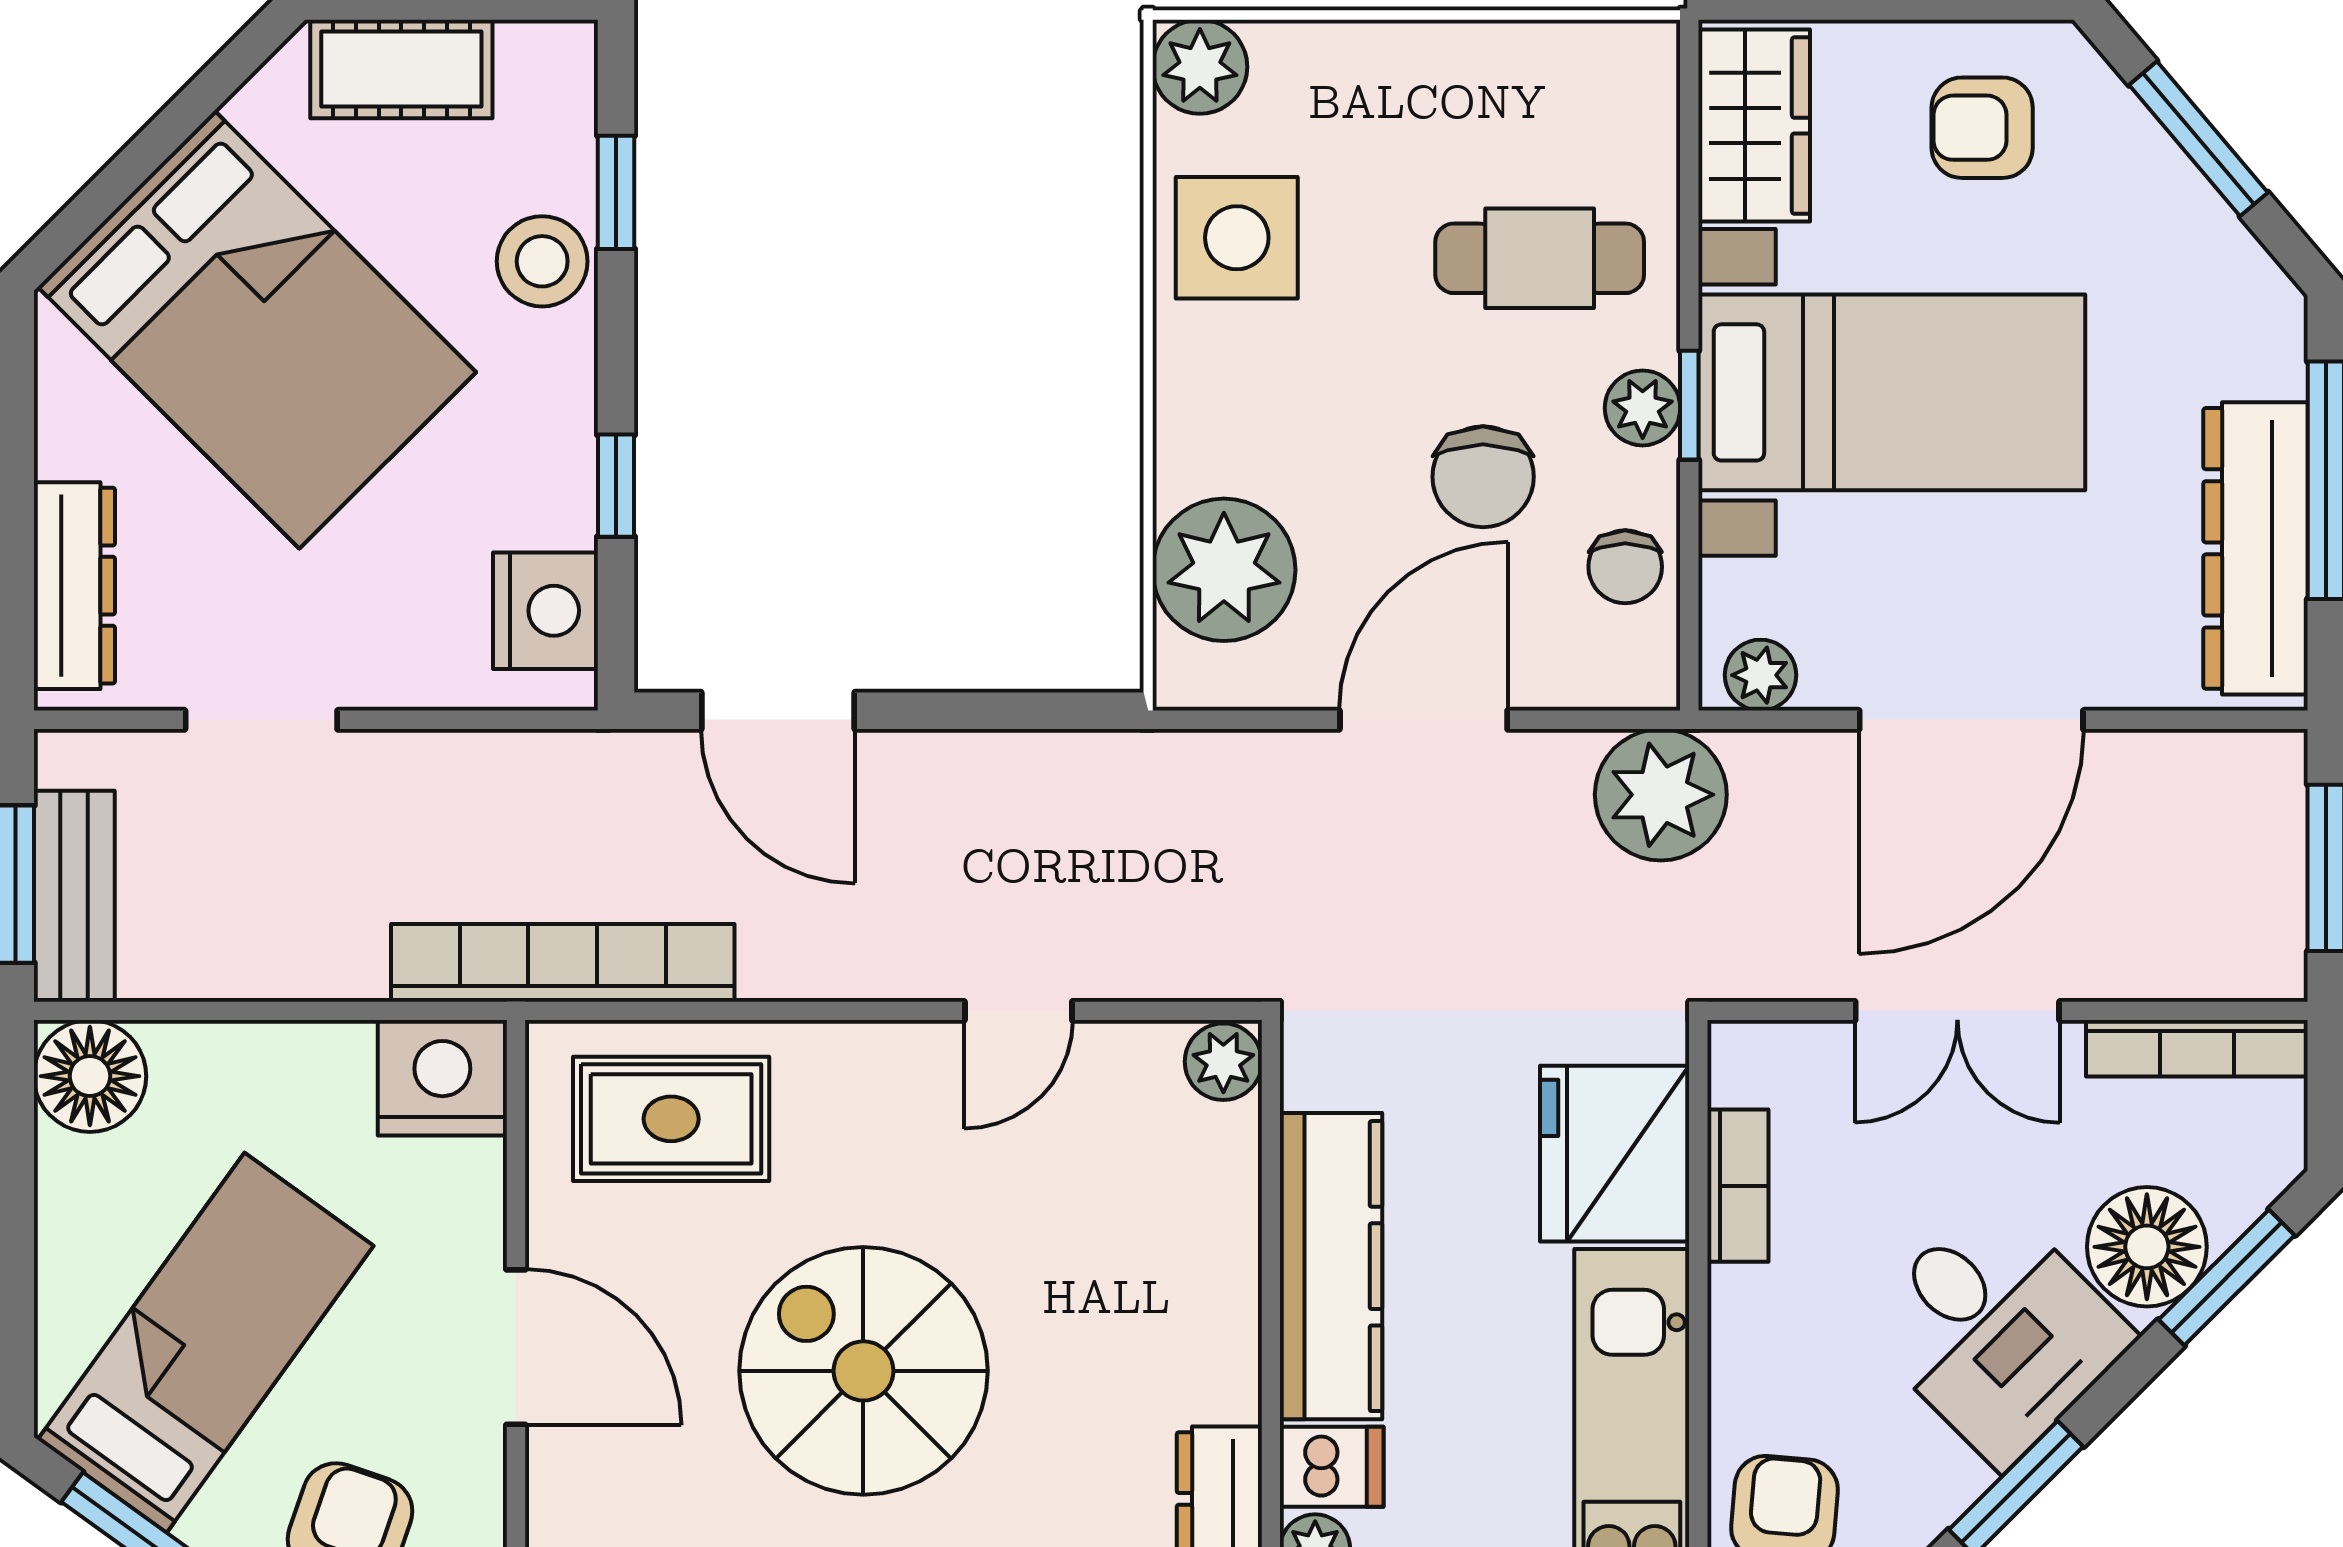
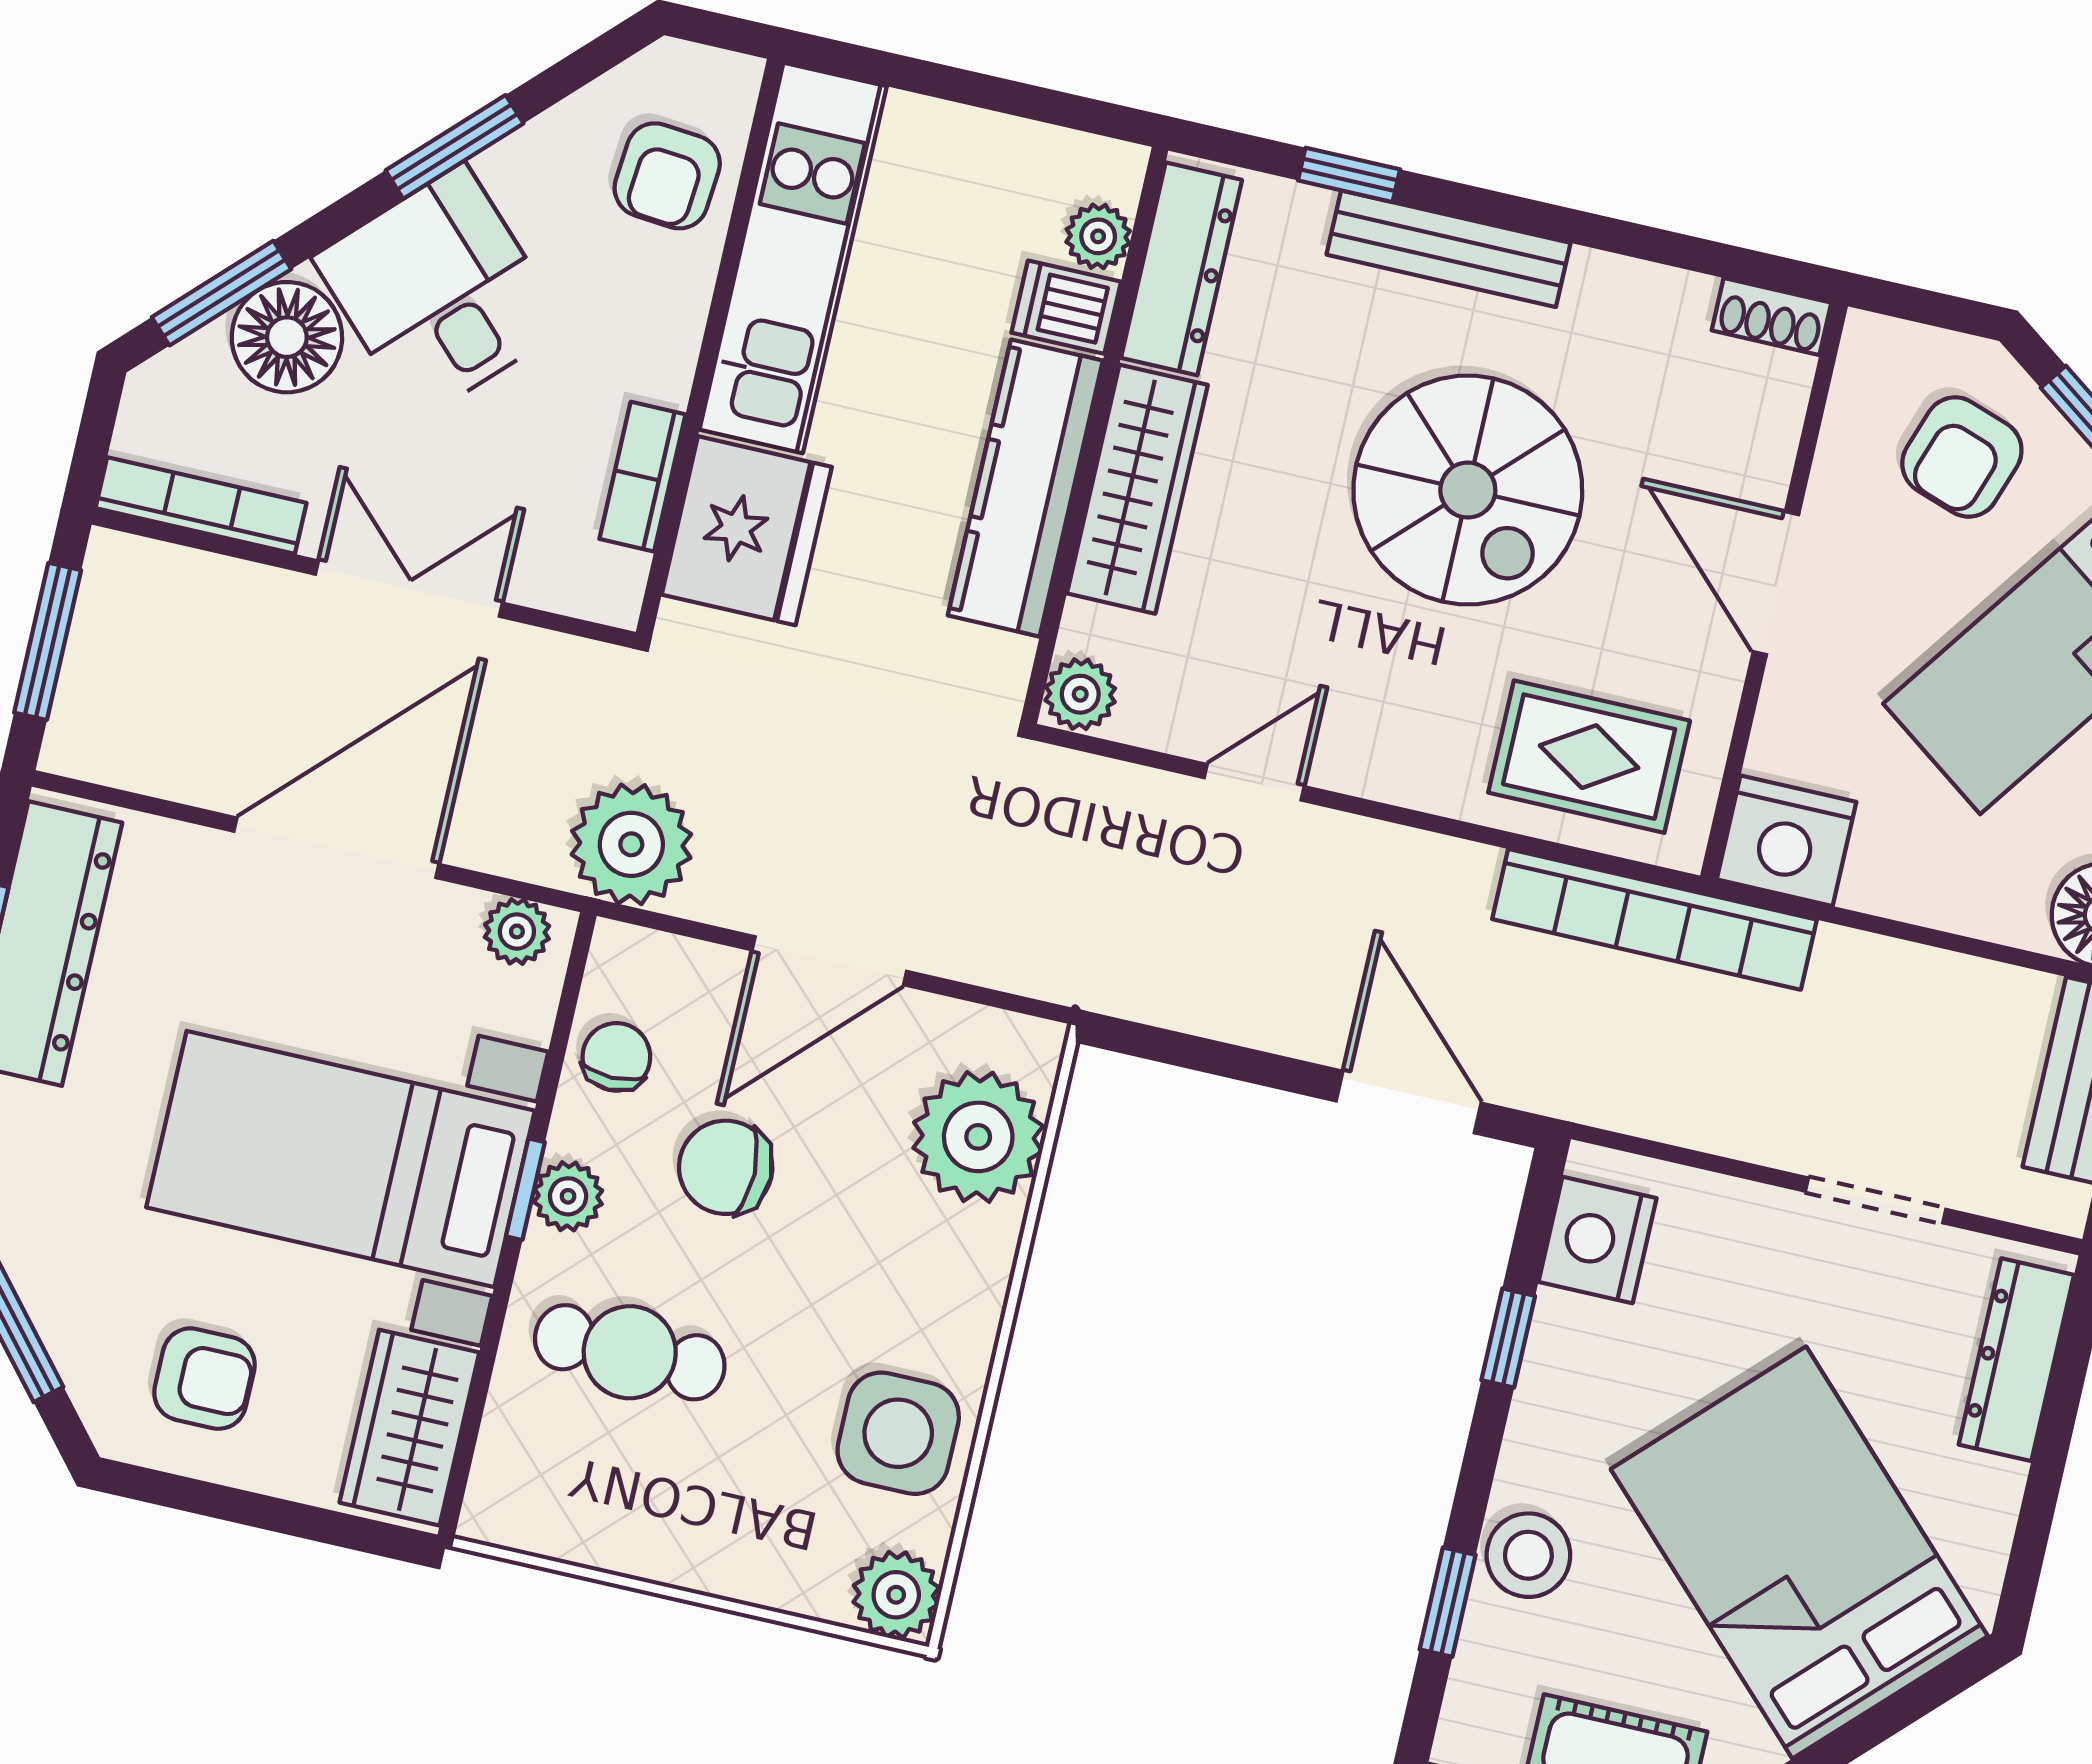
chair: (1483, 477) -> (726, 1167), turned -90
wardrobe: (1213, 1292) -> (1137, 489), added

